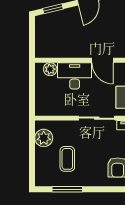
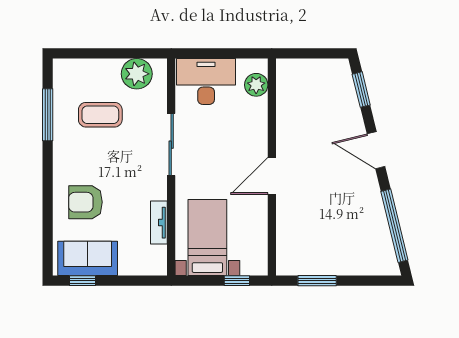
desk: (75, 76) -> (206, 81), moved, turned -90
sliding door: (97, 118) -> (171, 145), moved

